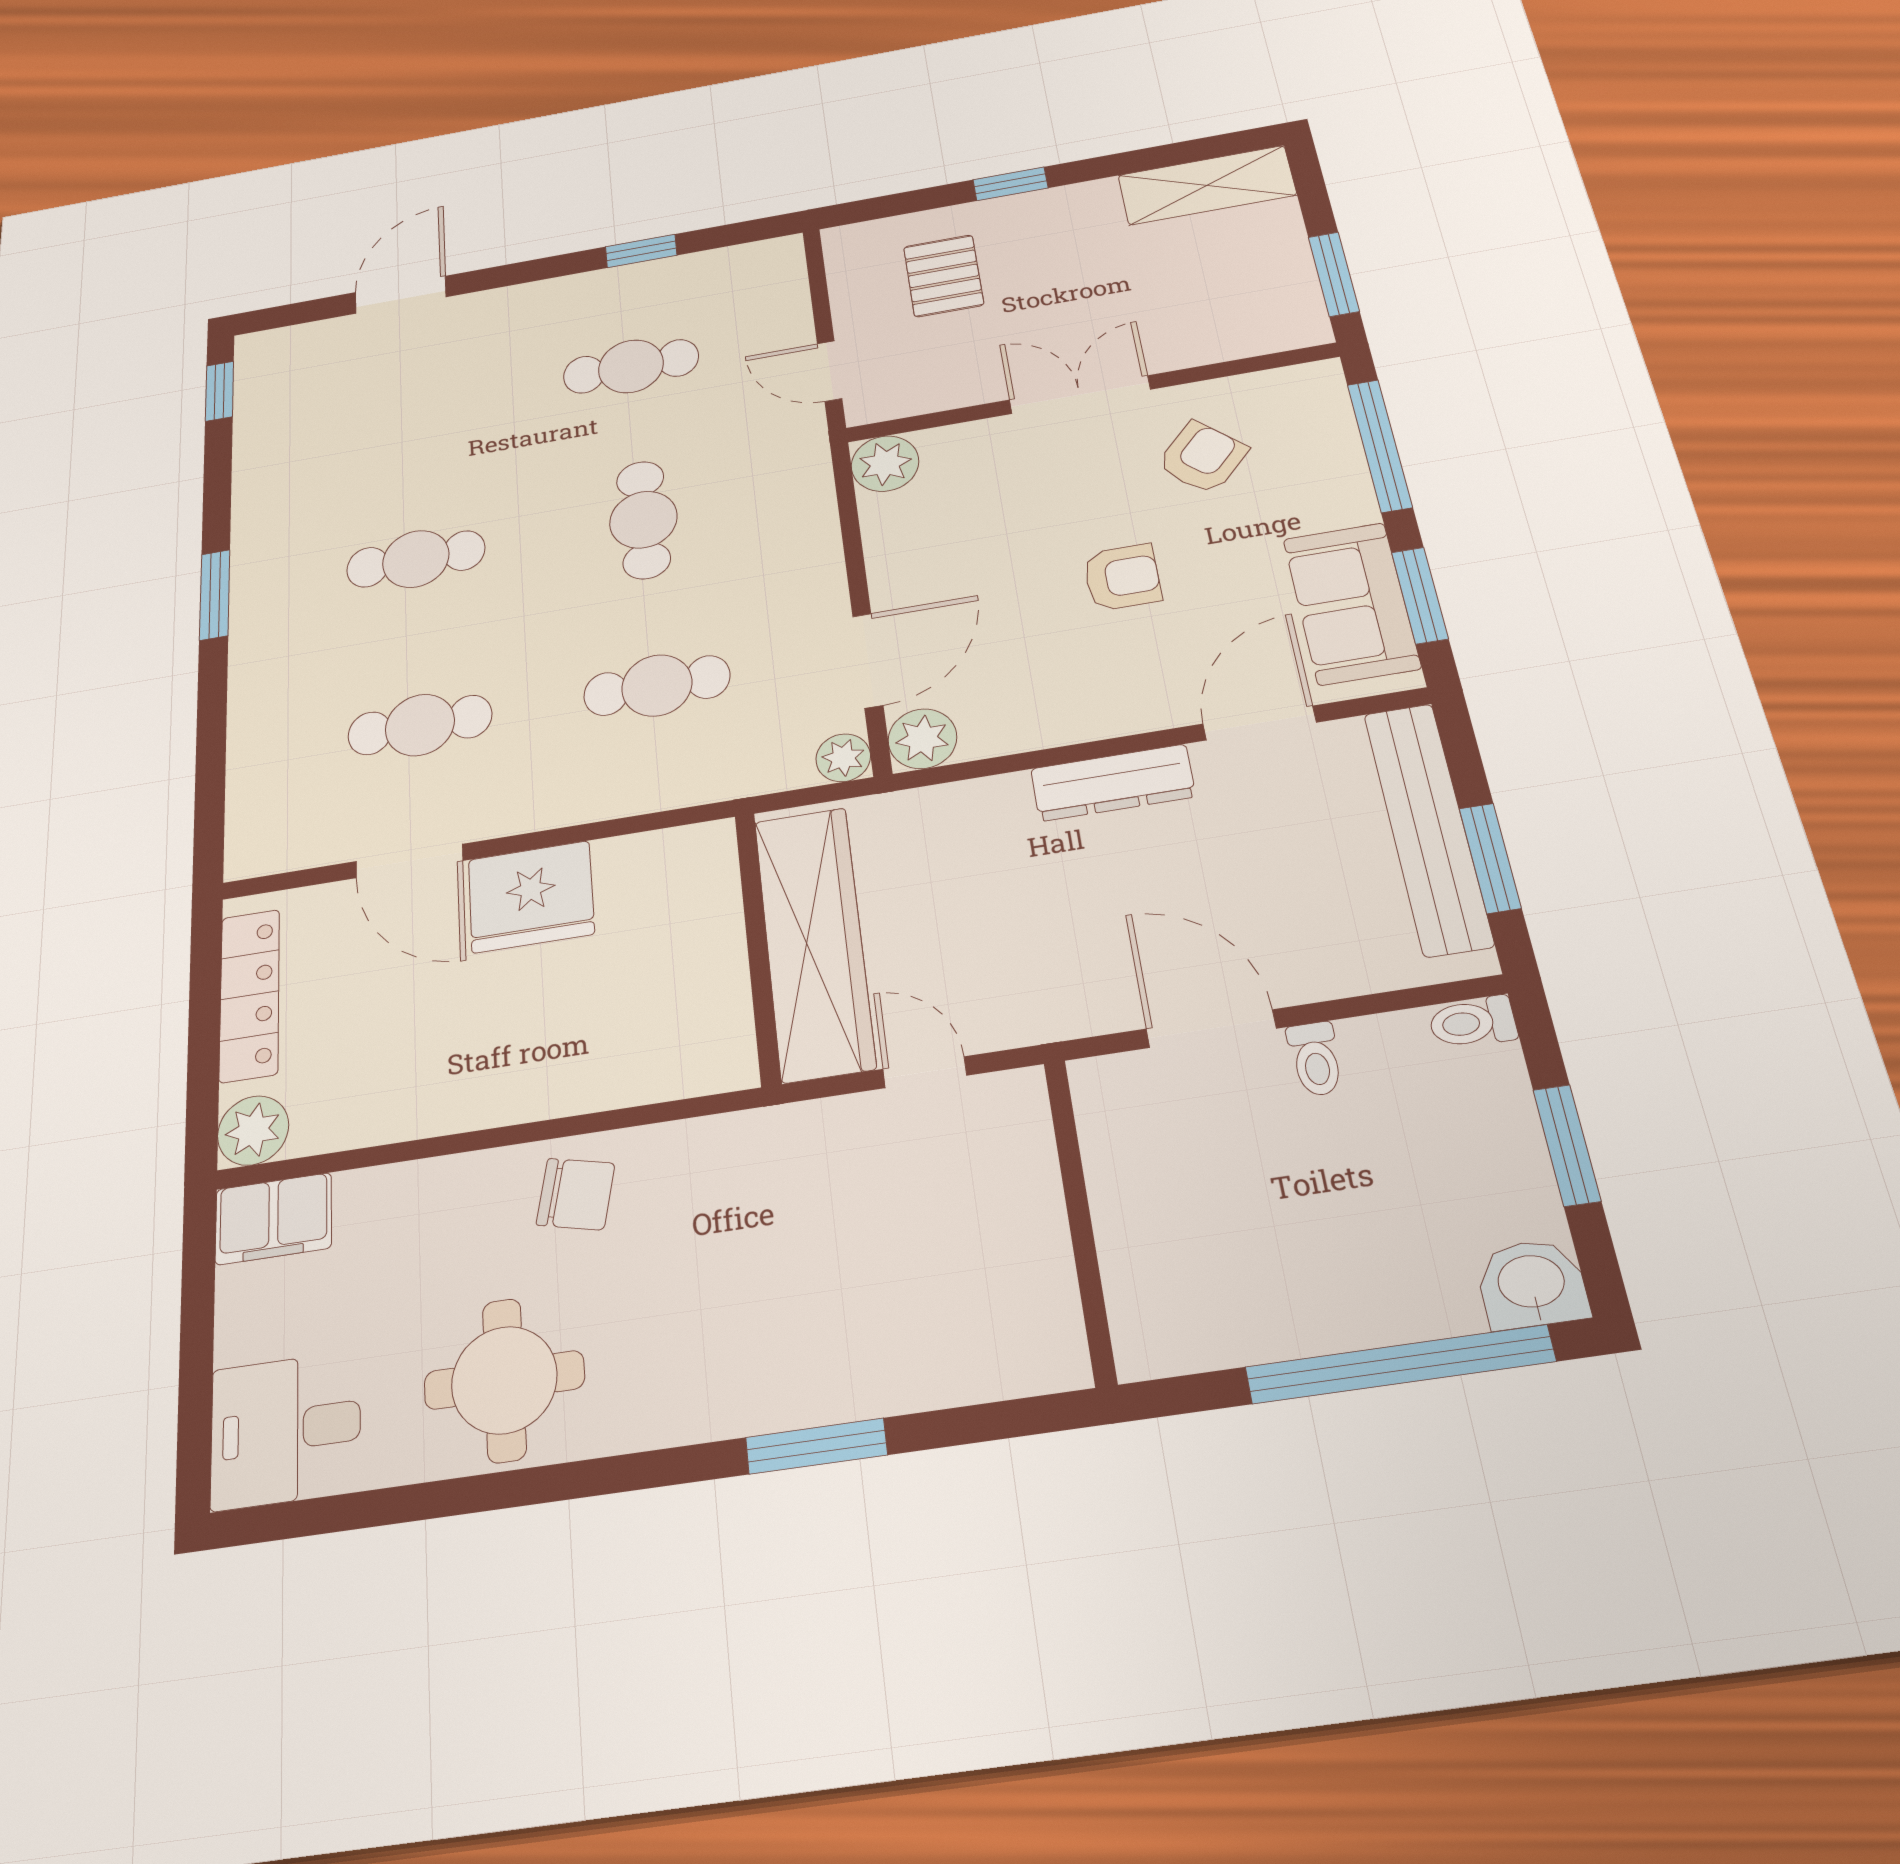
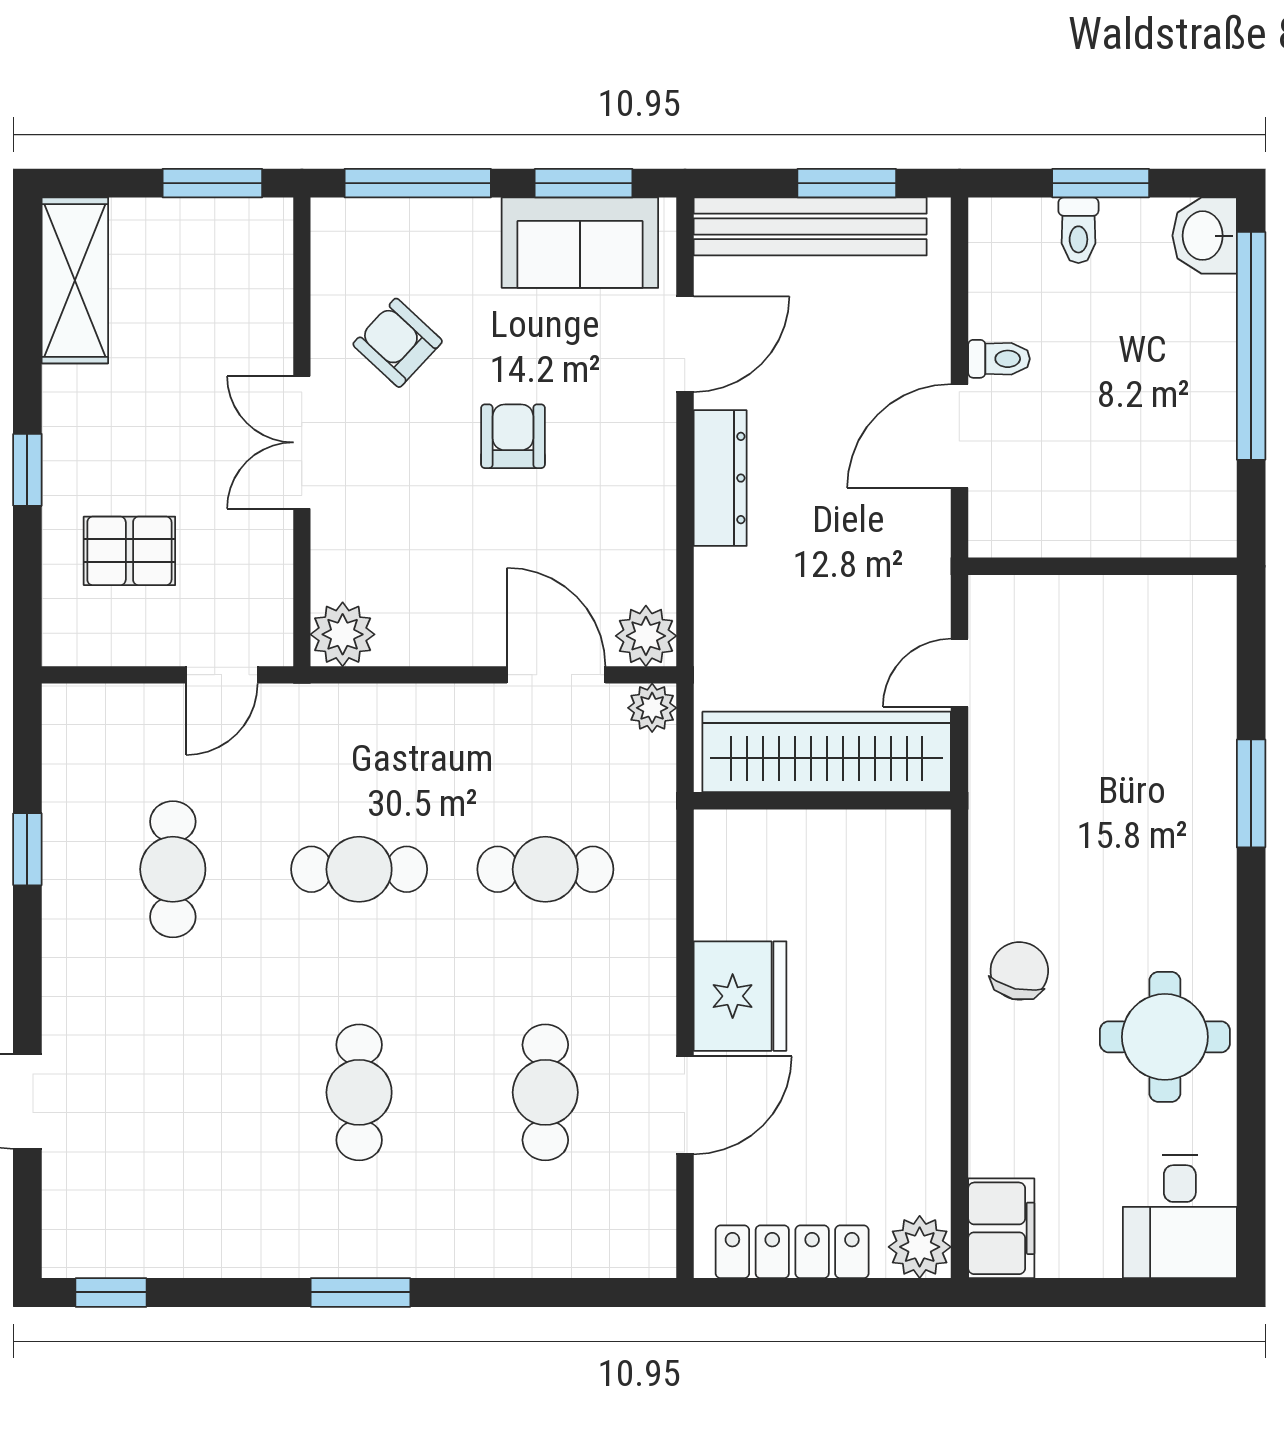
cafe table: (657, 685) -> (545, 869), turned 90
door: (1260, 723) -> (685, 344), swing flipped
toilet: (1473, 1022) -> (1078, 230), moved

